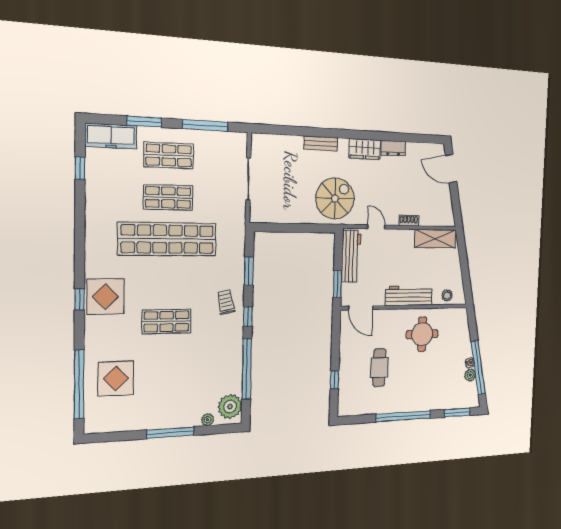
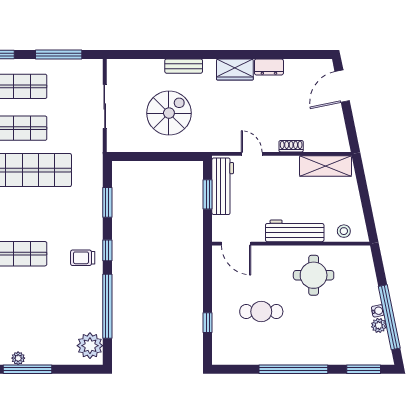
door: (451, 169) -> (342, 86), hinge flipped
spiral stairs: (335, 198) -> (169, 113), moved
window: (337, 284) -> (208, 194), moved
trolley: (226, 302) -> (83, 258), moved, turned -78
cafe table: (379, 368) -> (261, 312), turned 90
plant: (208, 420) -> (18, 358), moved

